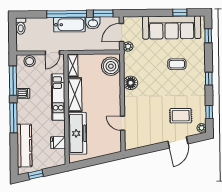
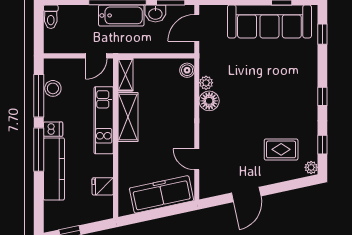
plant: (128, 47) -> (206, 83), moved
stool: (30, 61) -> (53, 88), moved
coffee table: (177, 64) -> (276, 75), removed
boiler: (111, 66) -> (187, 70), width x0.54, depth x0.54
dishwasher: (23, 93) -> (53, 129), moved
freezer: (77, 133) -> (162, 194), moved, turned -102
door: (178, 142) -> (246, 195), moved
kitchen counter: (24, 146) -> (54, 169), moved

